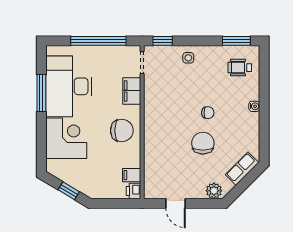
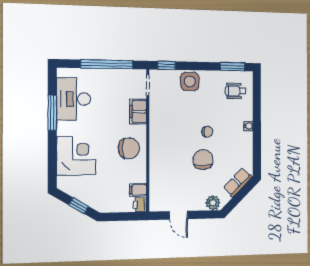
side table: (188, 58) -> (190, 81), width x1.87, depth x1.87
desk: (69, 86) -> (74, 99), width x0.73, depth x0.77

